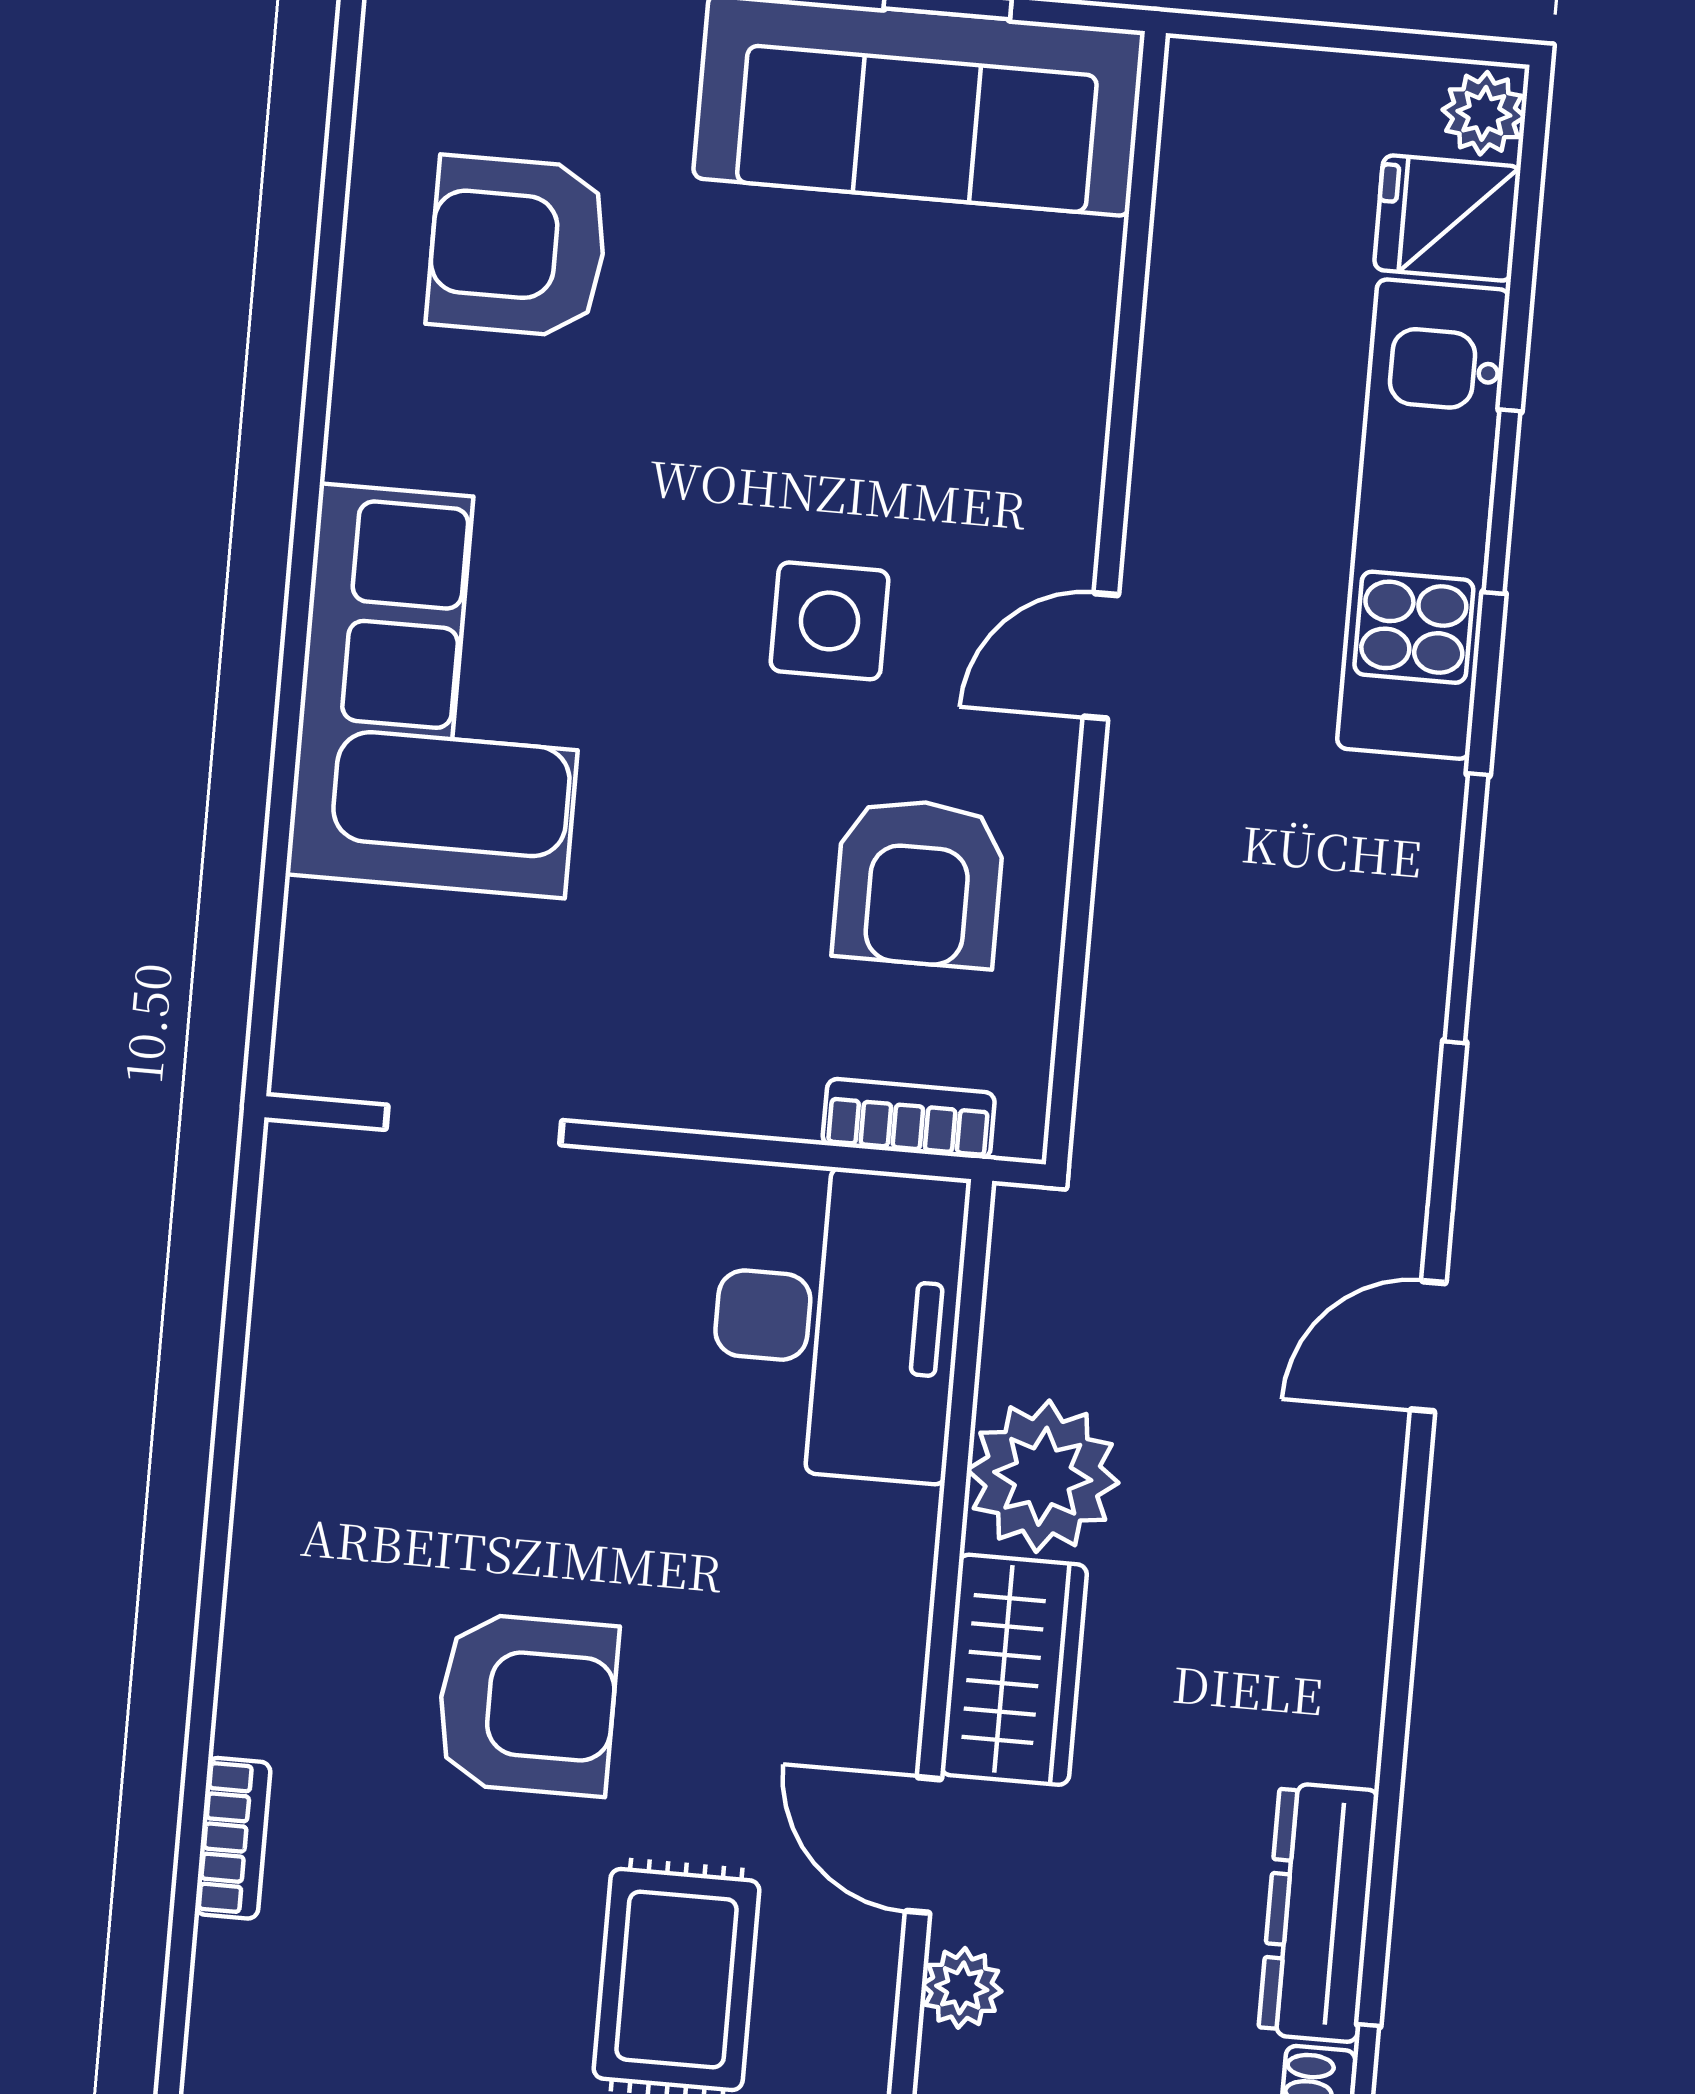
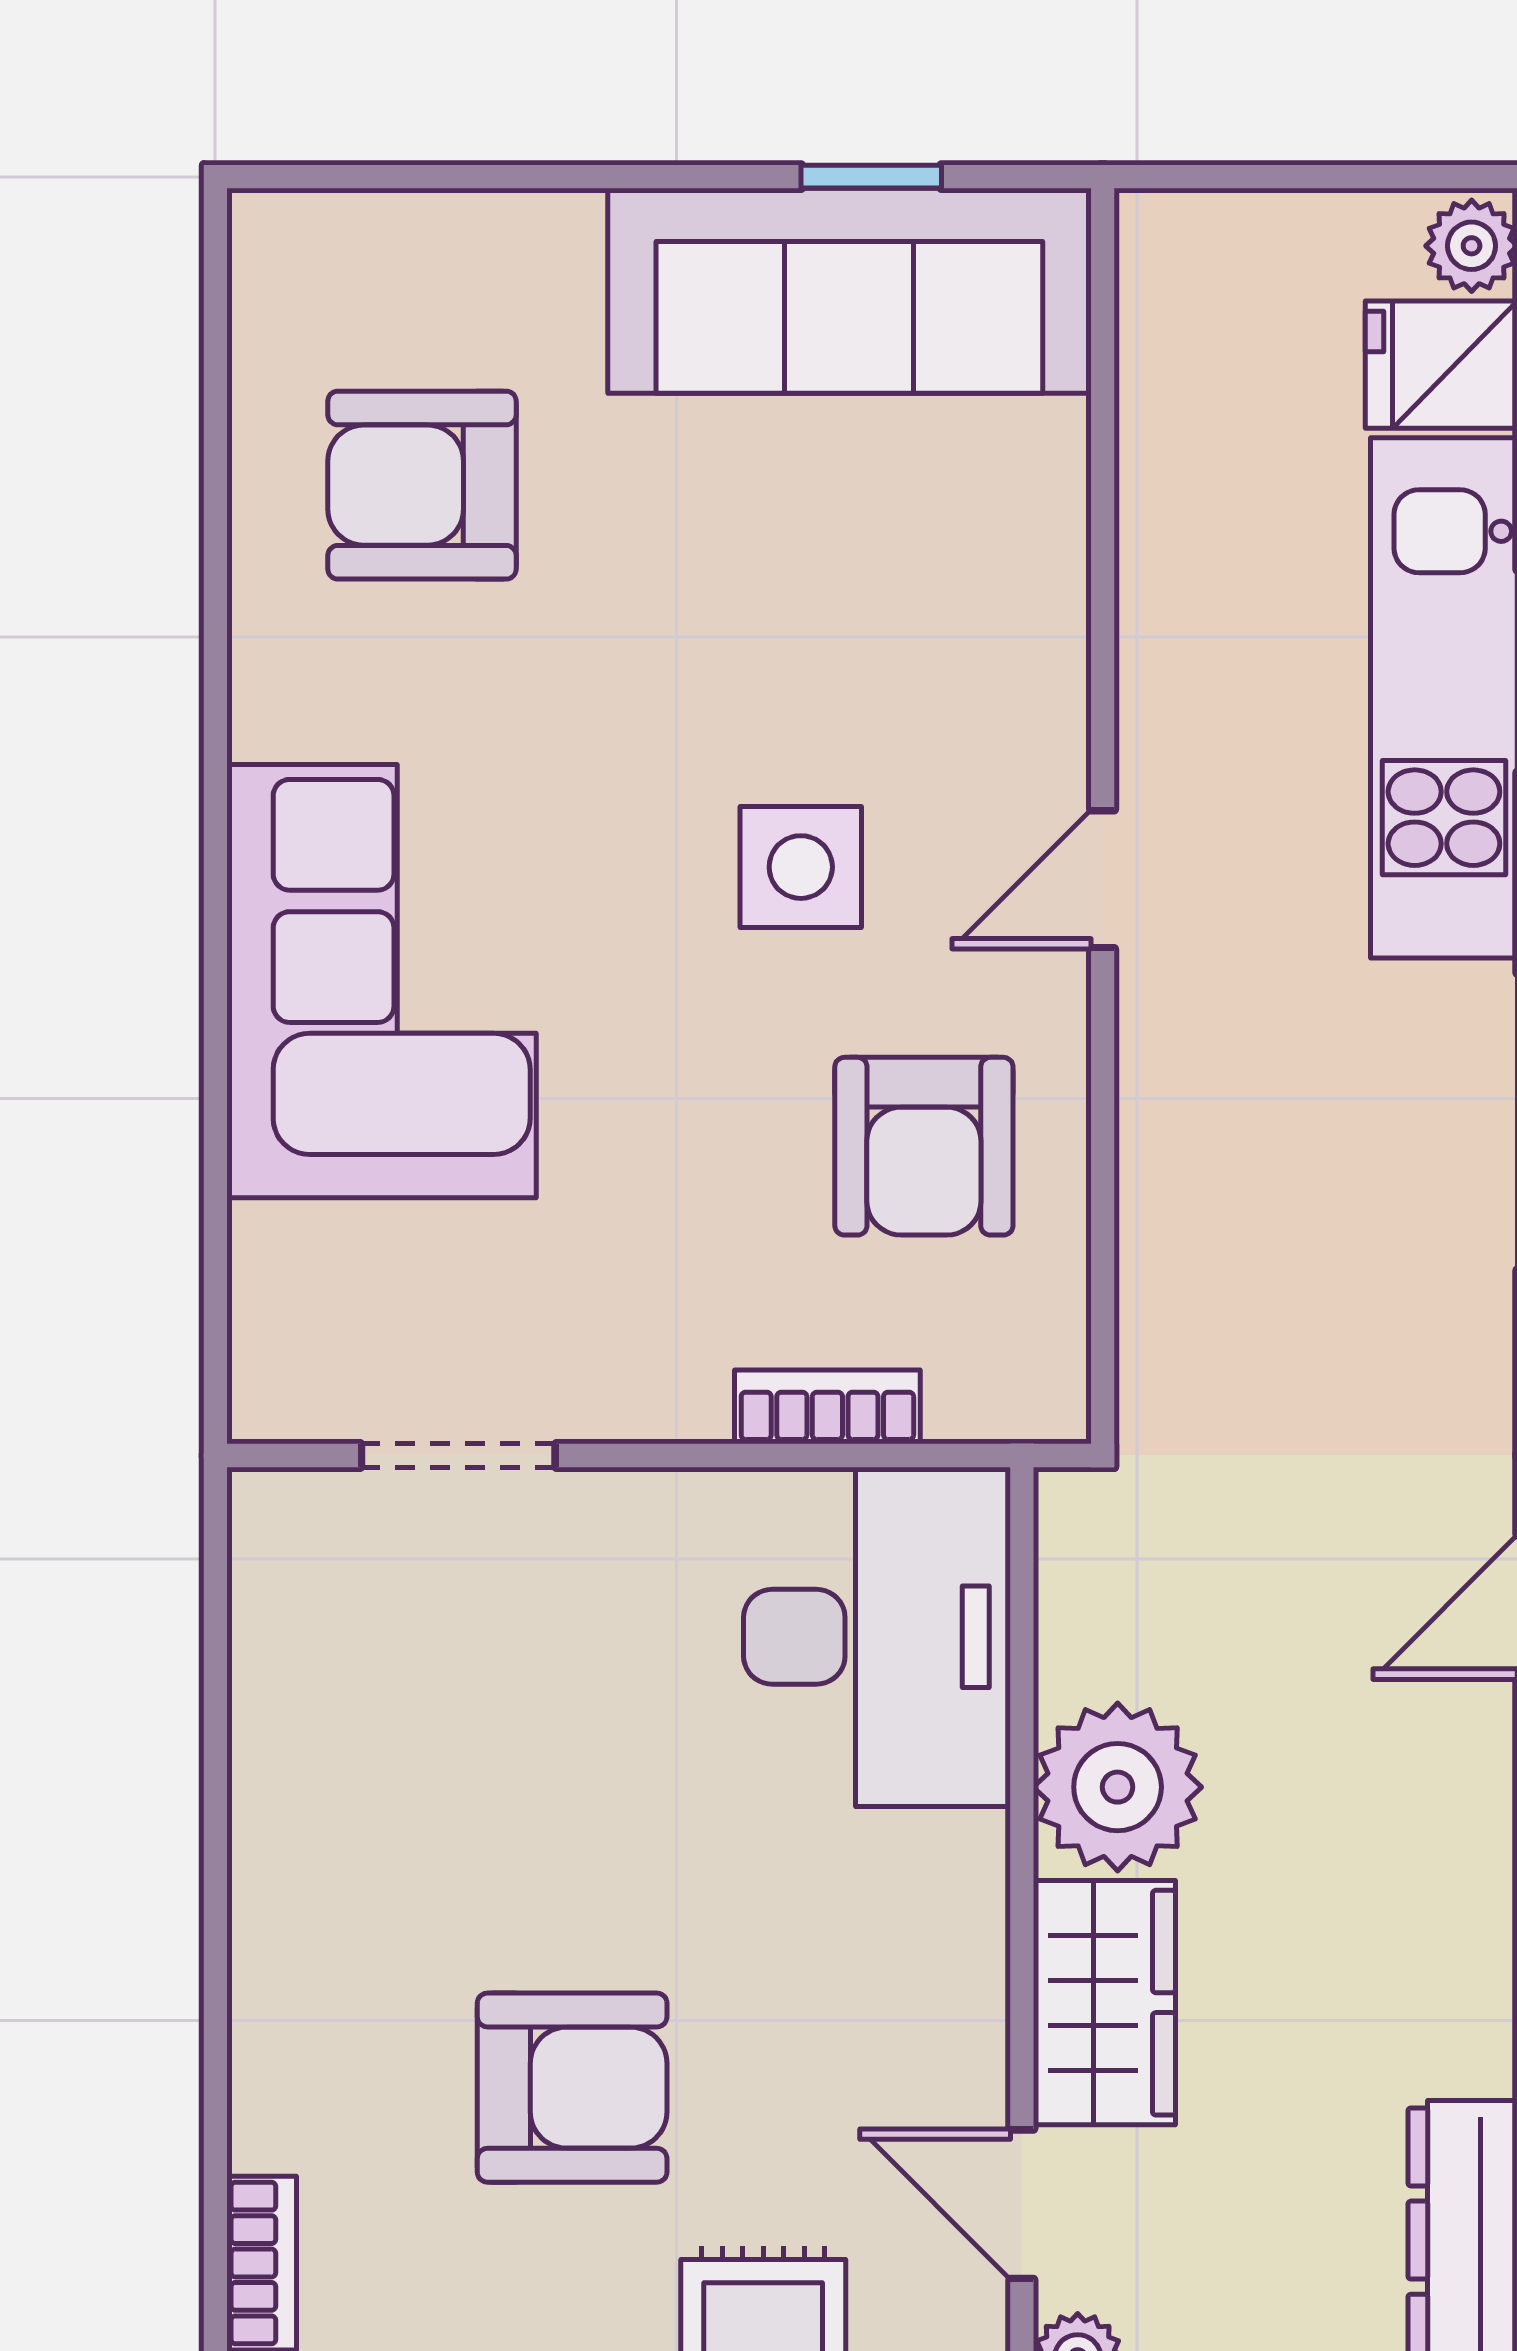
bookcase: (909, 1119) -> (827, 1407), moved

